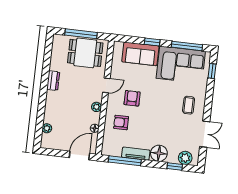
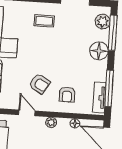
armchair: (132, 98) -> (40, 84), turned -148
tv unit: (136, 154) -> (99, 98), moved
window: (175, 166) -> (113, 33), width x2.17

